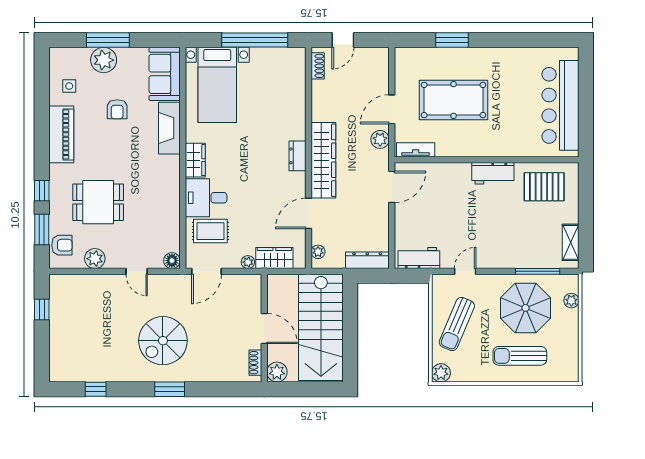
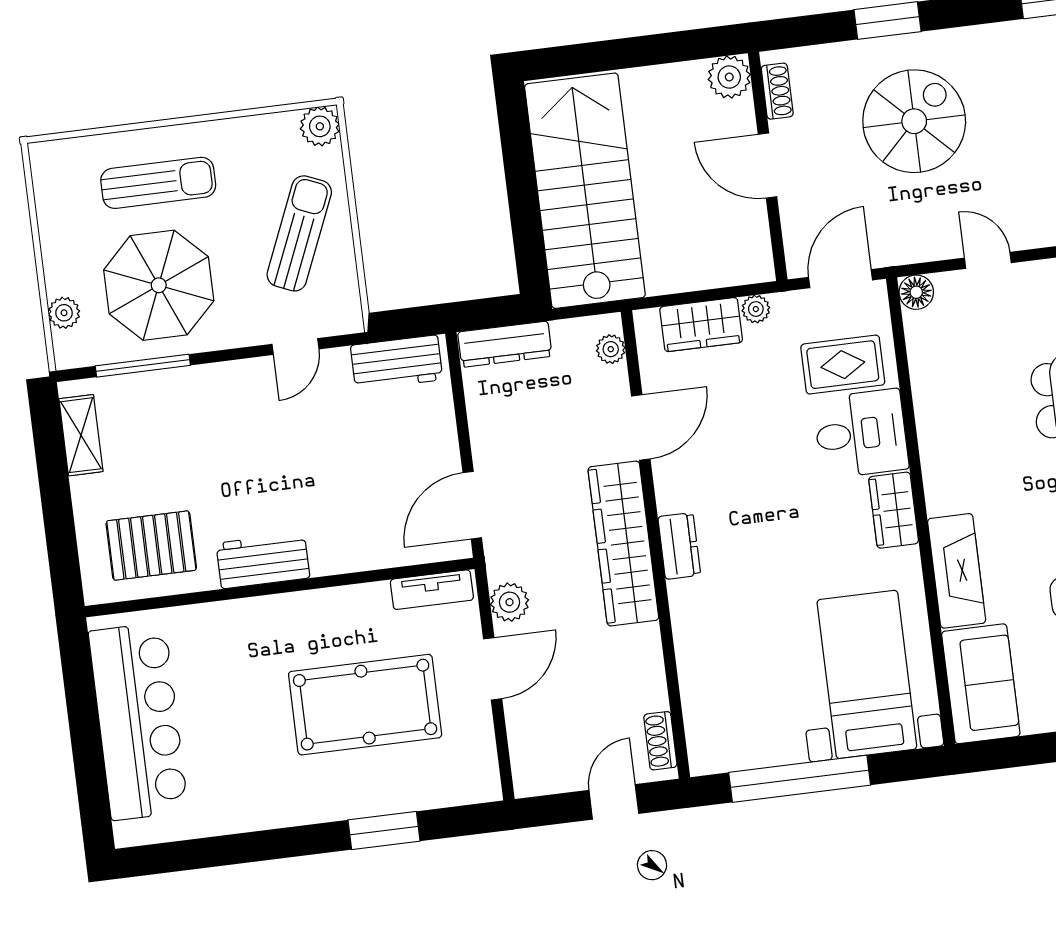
door: (264, 328) -> (768, 166), moved
wall: (264, 328) -> (768, 166), moved
shoe rack: (255, 363) -> (777, 91), moved
plant: (277, 372) -> (729, 77), moved

